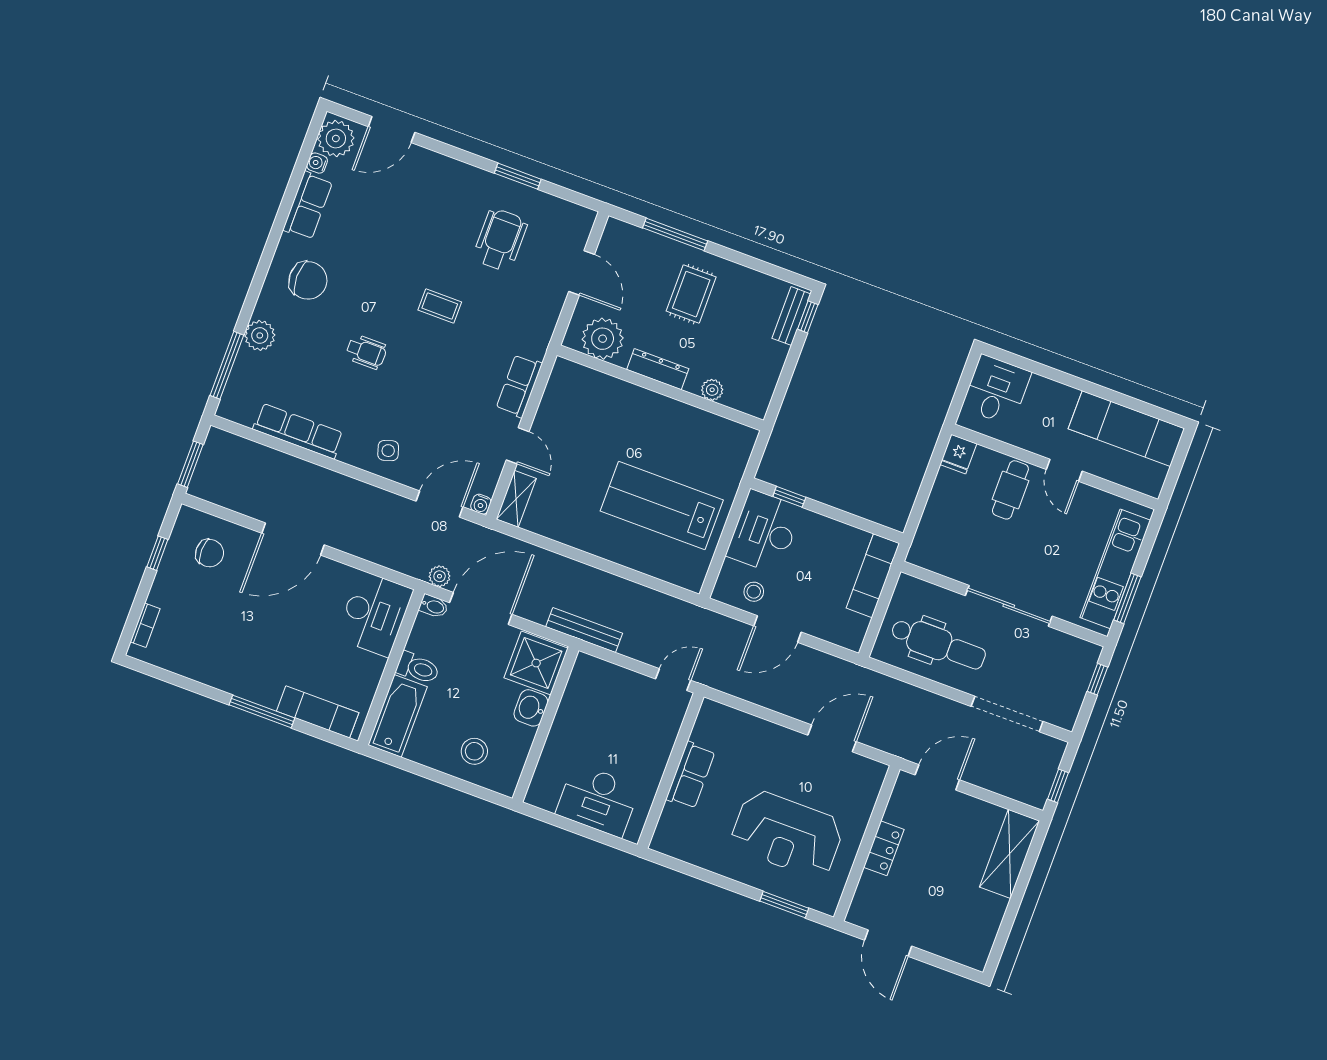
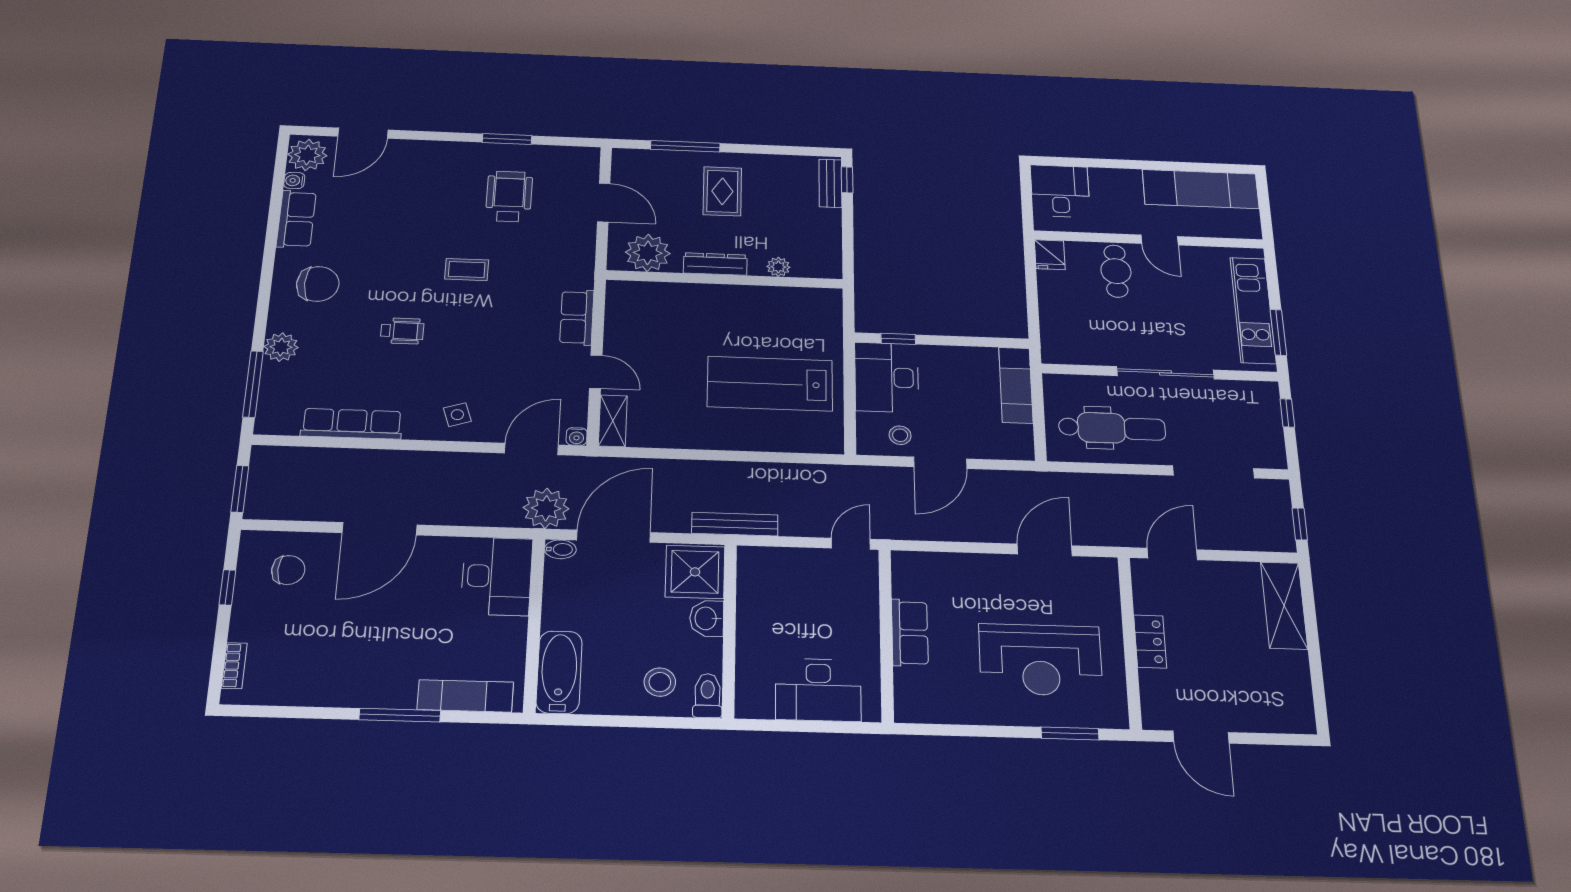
plant: (440, 576) -> (546, 508), width x1.87, depth x1.87
toilet: (418, 668) -> (708, 696), moved, turned -90

